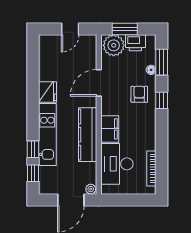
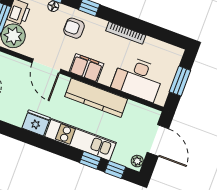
filing cabinet: (110, 129) -> (86, 68), moved
bookcase: (151, 168) -> (126, 33), moved
plant: (91, 189) -> (137, 161), moved
window: (128, 200) -> (180, 81), added

